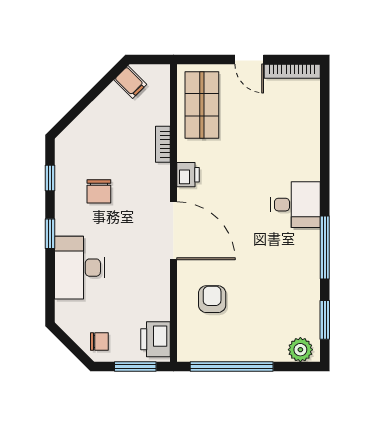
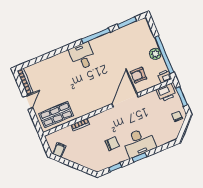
printer: (188, 175) -> (165, 76), moved
door: (173, 231) -> (125, 100), moved
desk: (79, 268) -> (139, 142), moved
plant: (300, 350) -> (155, 54), moved

